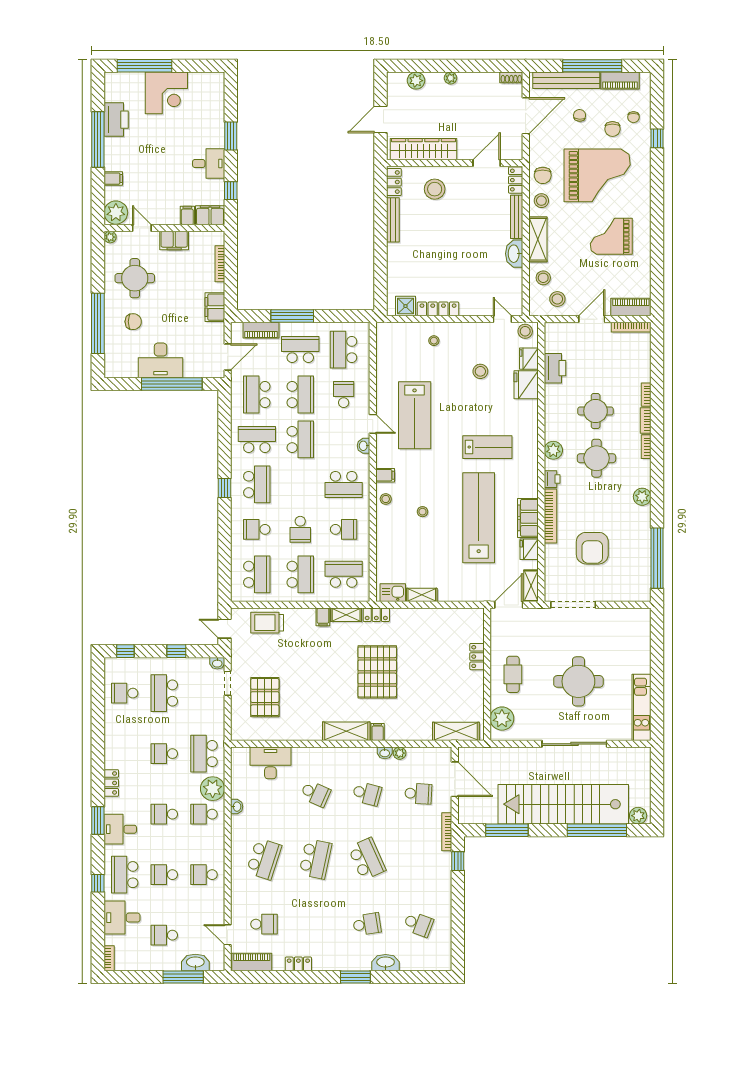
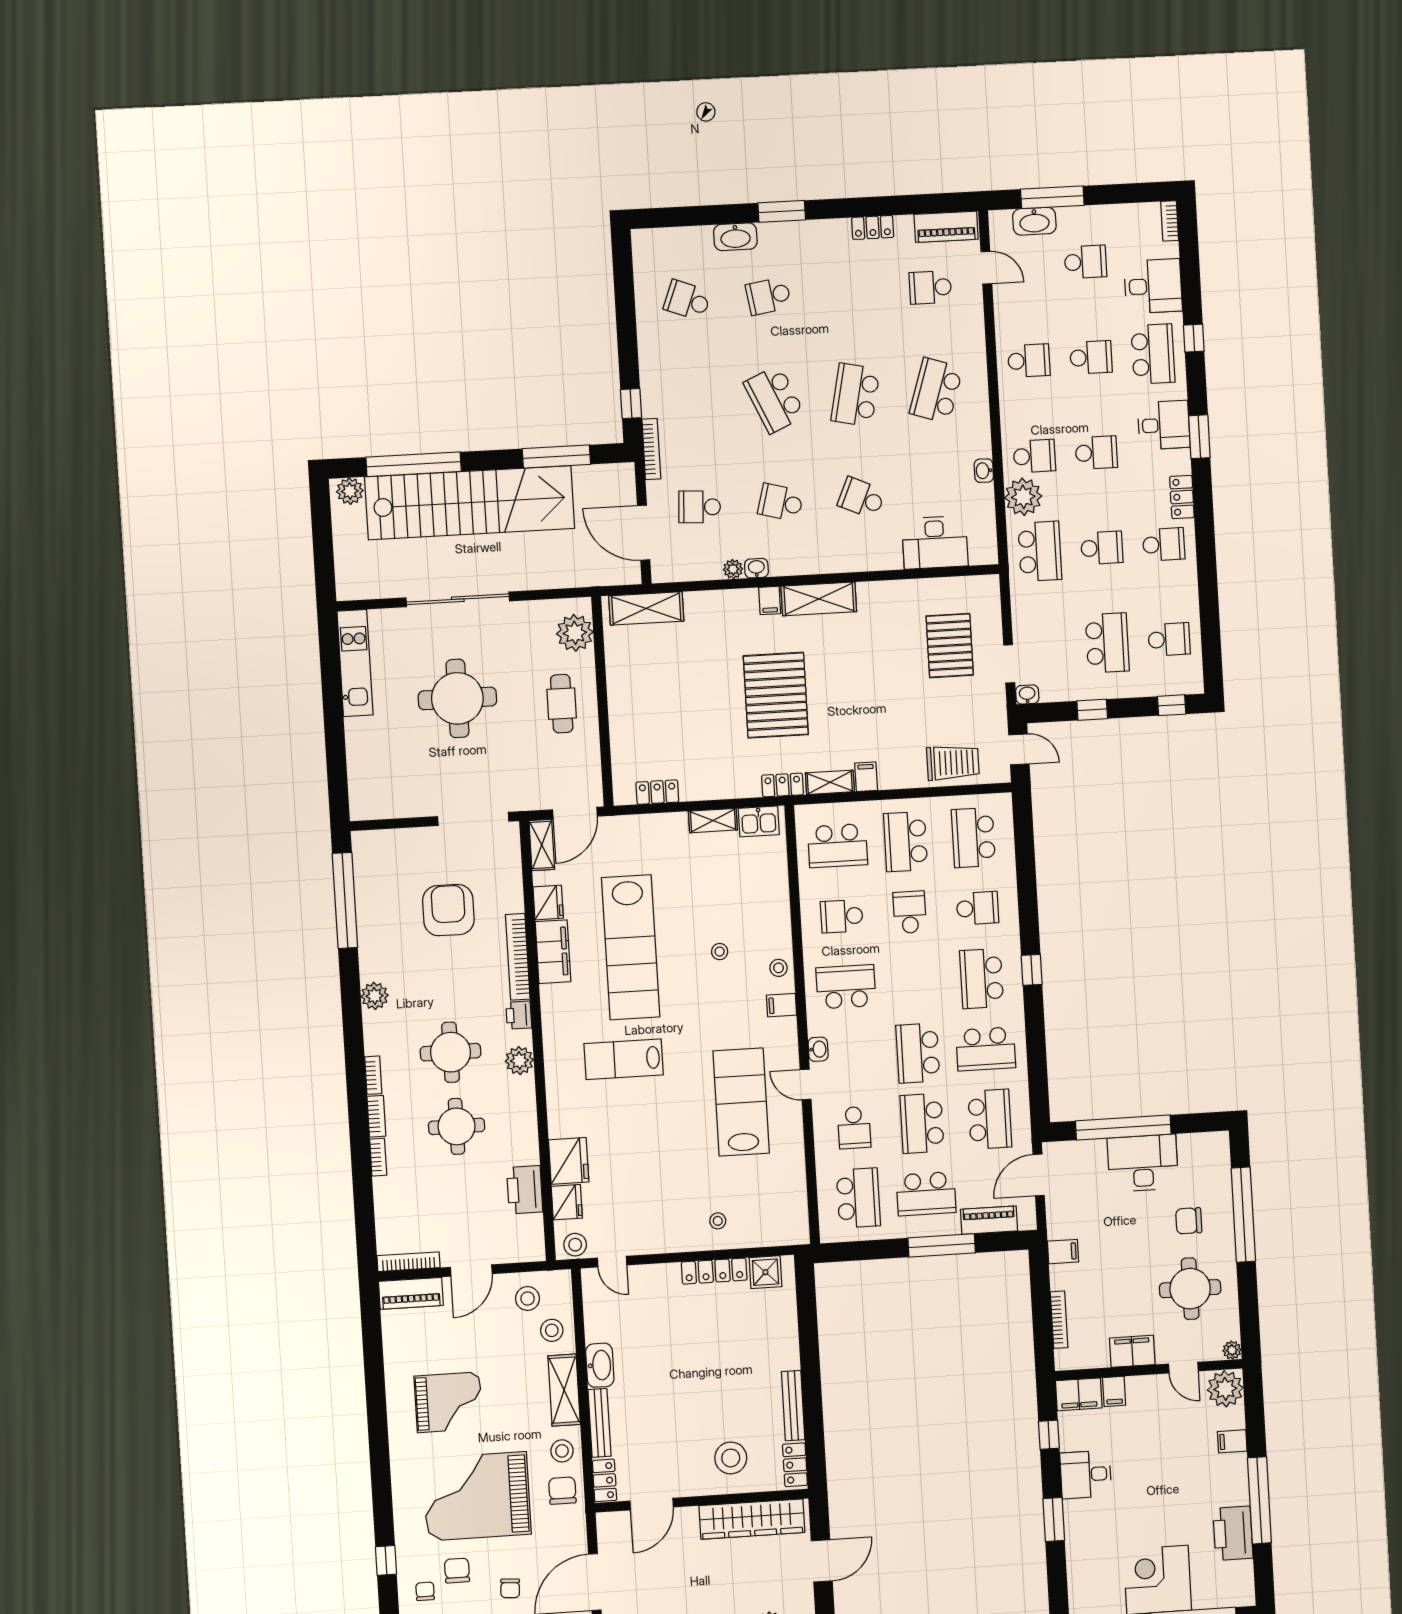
filing cabinet: (215, 307) -> (1063, 1252), width x0.50
stool: (480, 371) -> (642, 1177), removed
locker: (477, 657) -> (657, 792), moved, turned -90
school desk: (125, 754) -> (1164, 544), added

